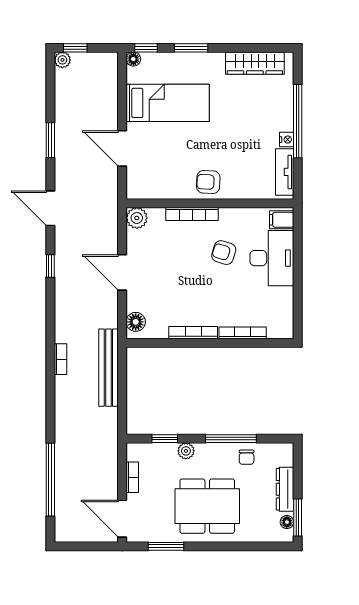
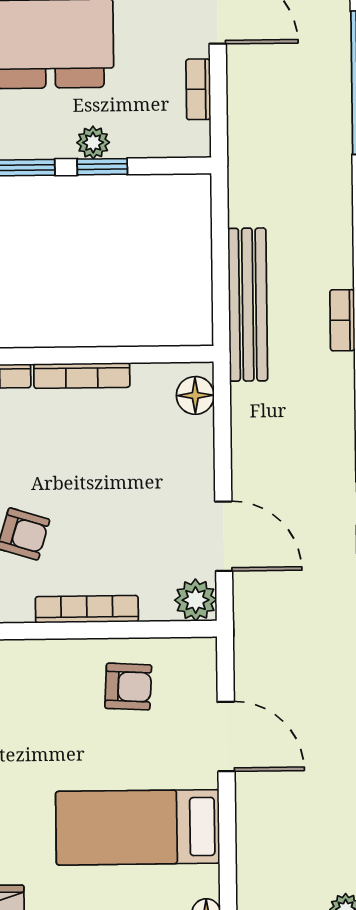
armchair: (208, 182) -> (128, 687), moved
door: (122, 272) -> (224, 536), moved
window: (165, 439) -> (102, 167), moved

